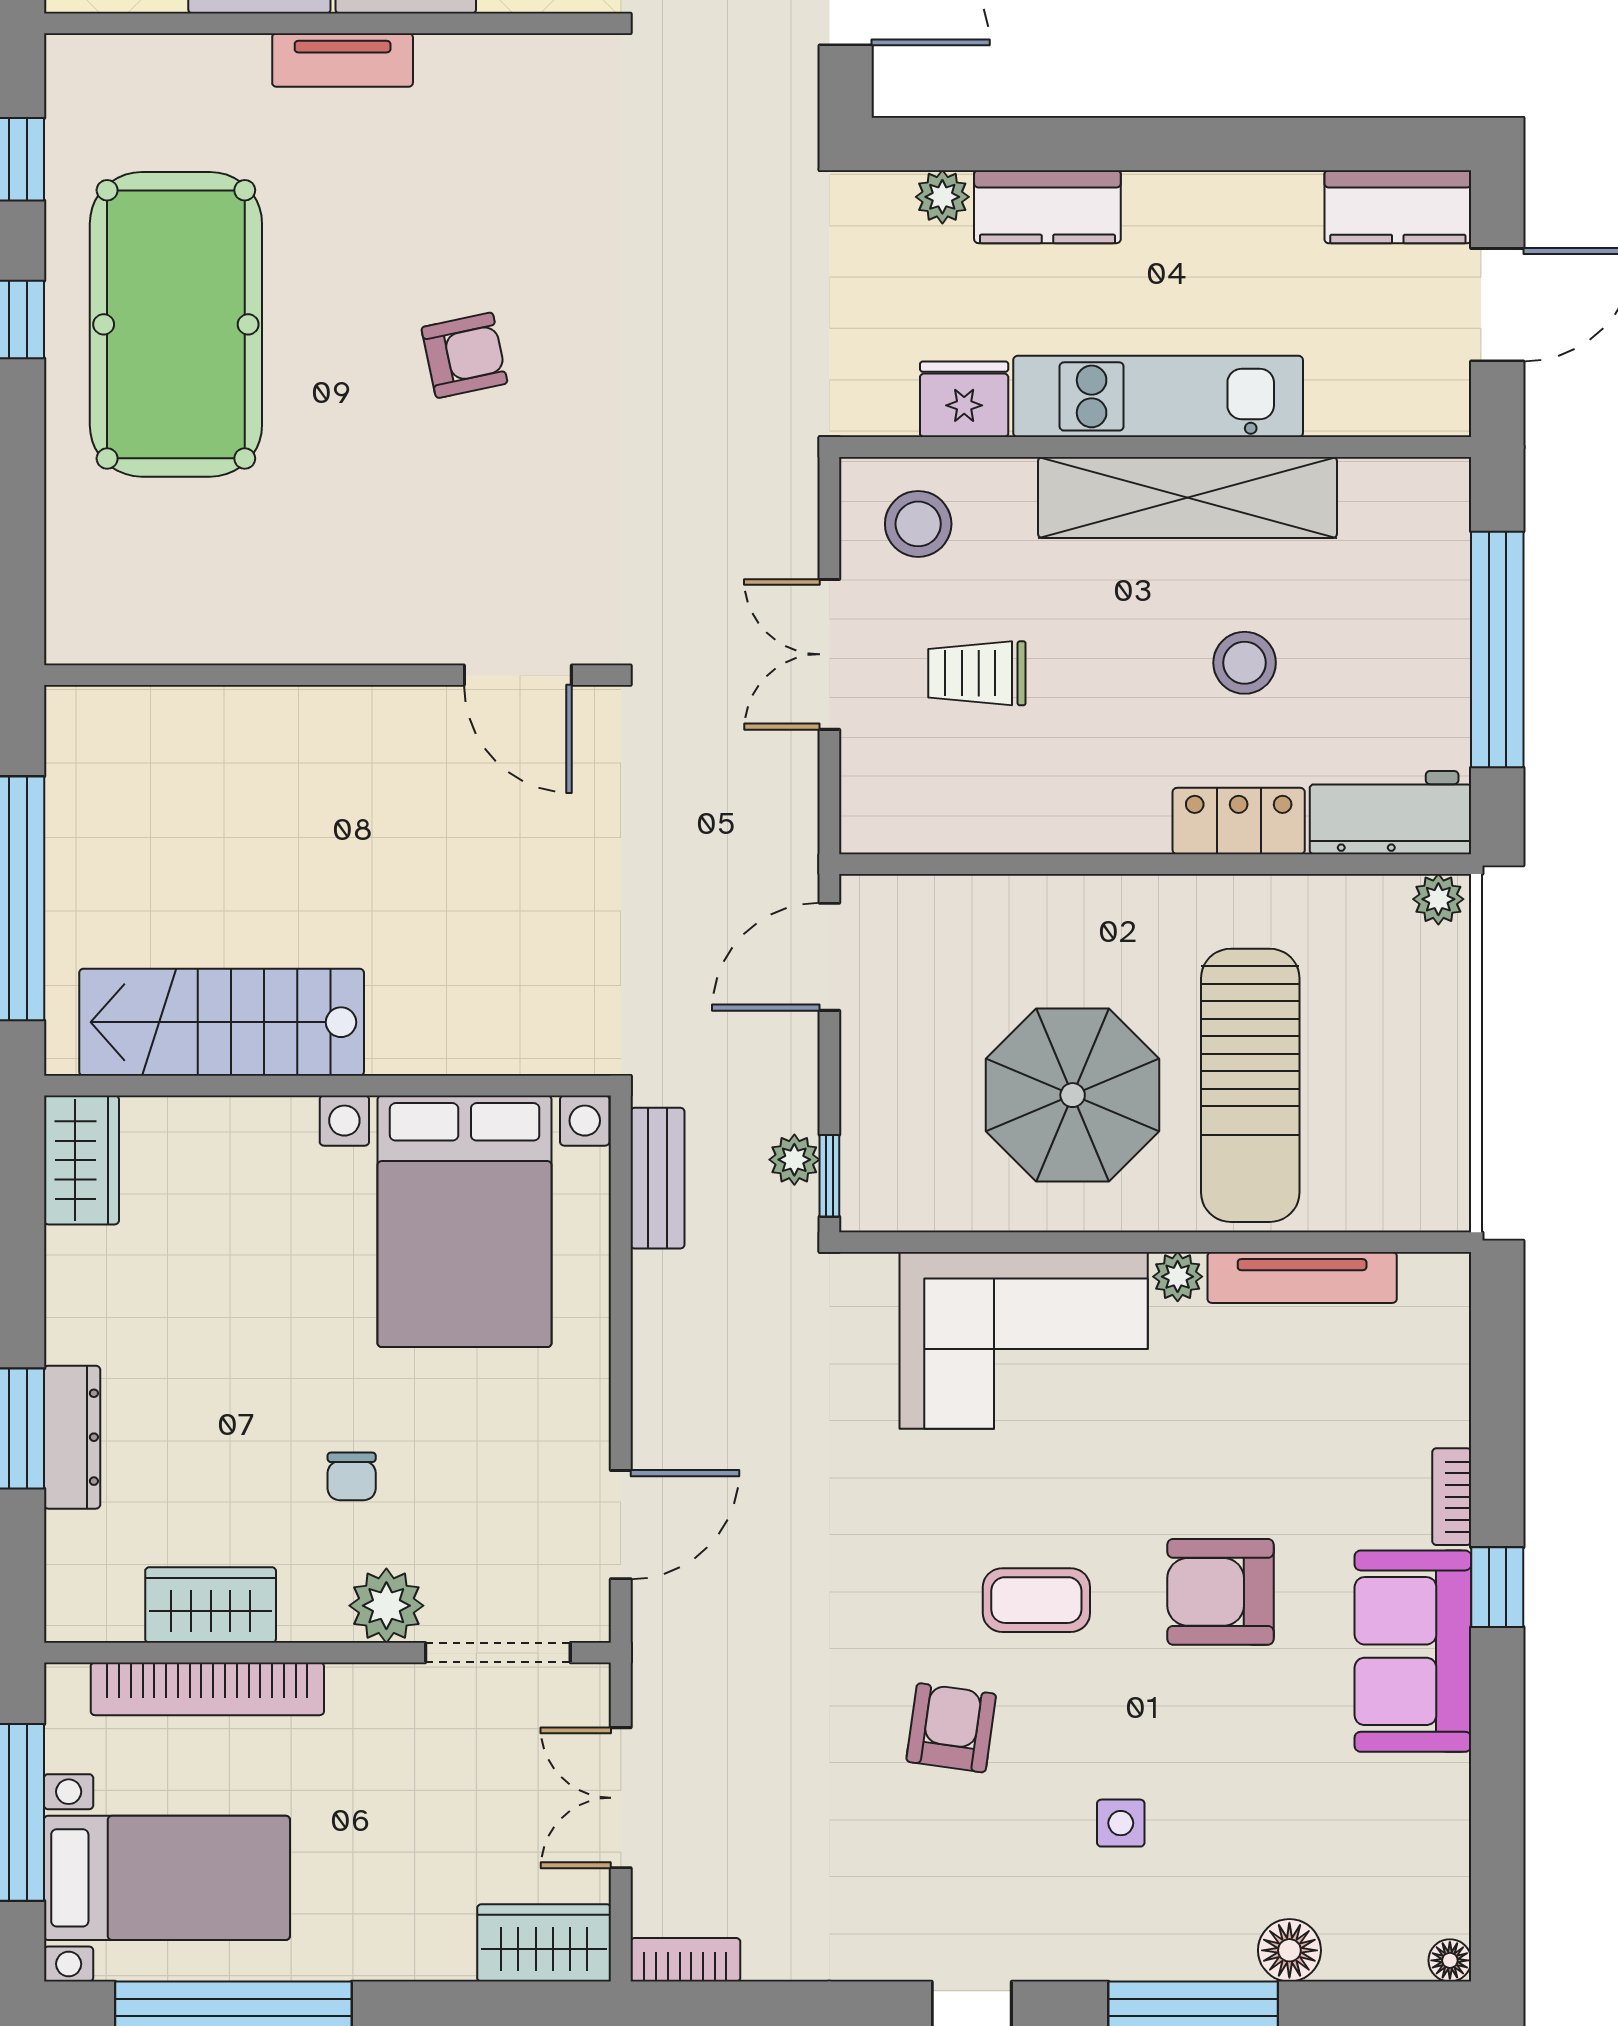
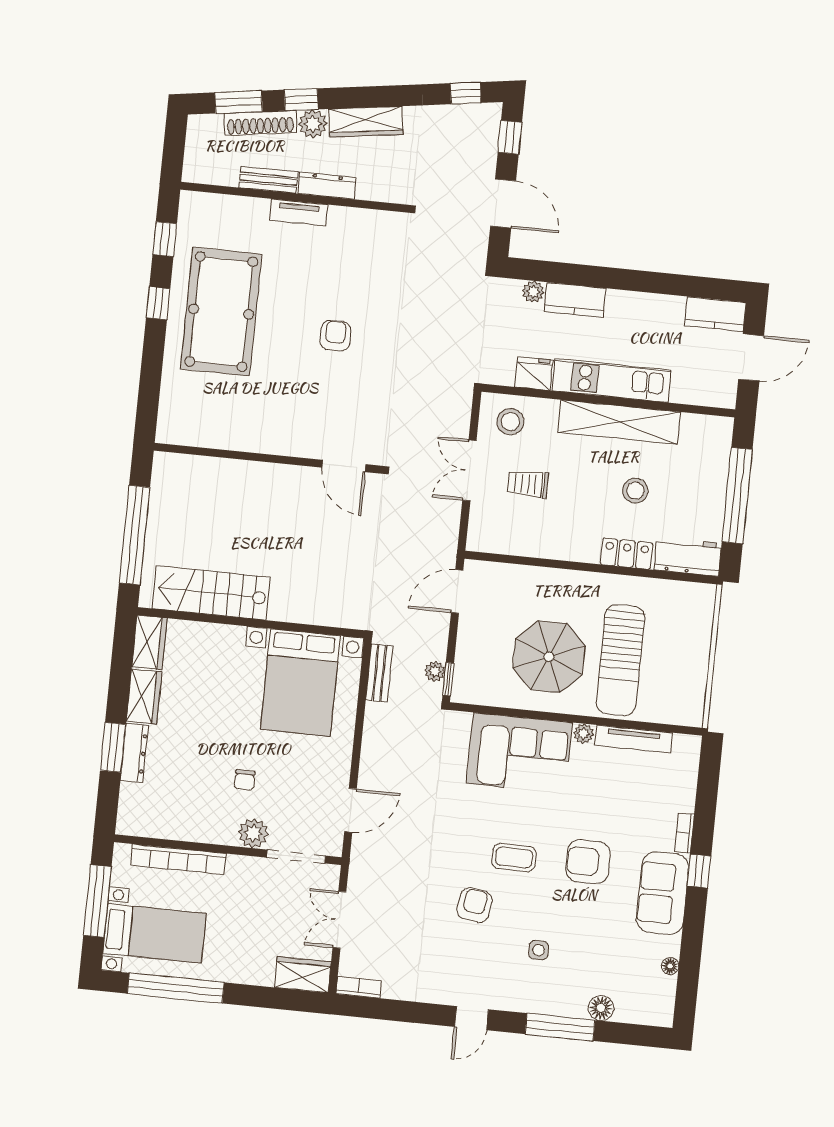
armchair: (464, 355) -> (335, 336), turned -78
plant: (1438, 899) -> (703, 593), removed
wardrobe: (211, 1605) -> (144, 696), moved, turned 90
floor lamp: (1450, 1960) -> (670, 966), moved

